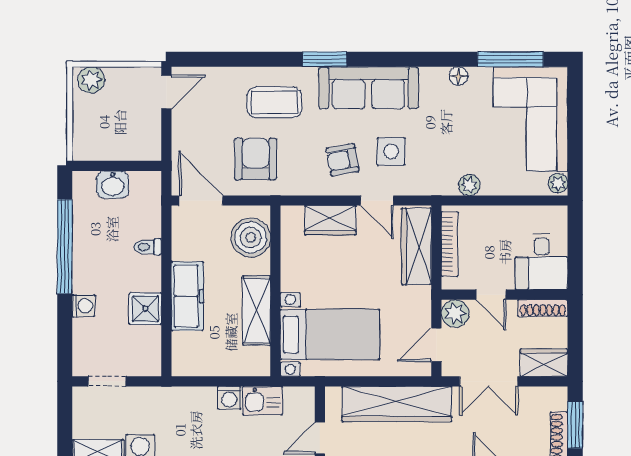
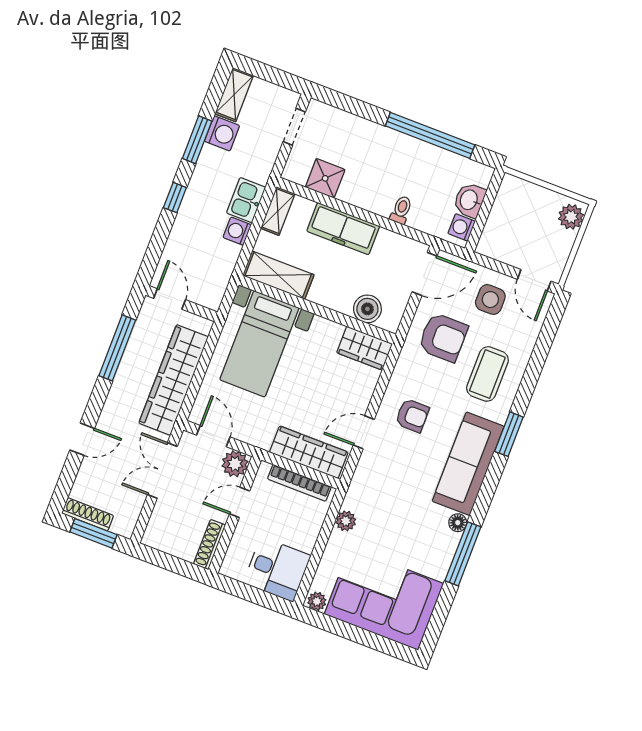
window: (510, 59) -> (463, 554), moved
floor lamp: (458, 76) -> (458, 523), moved
side table: (391, 152) -> (490, 300), moved
armchair: (343, 160) -> (412, 415), turned 100
wardrobe: (330, 220) -> (365, 348), moved, turned -90
boiler: (251, 238) -> (367, 309), width x0.73, depth x0.73
desk: (542, 262) -> (277, 569), moved, turned 180
washing machine: (83, 306) -> (462, 227), moved, turned 90
shower: (145, 309) -> (325, 178), moved
shelving: (257, 311) -> (278, 275), moved
wardrobe: (544, 363) -> (160, 527), removed
shelving: (195, 366) -> (278, 211), added
kitchen sink: (263, 401) -> (246, 200), moved

